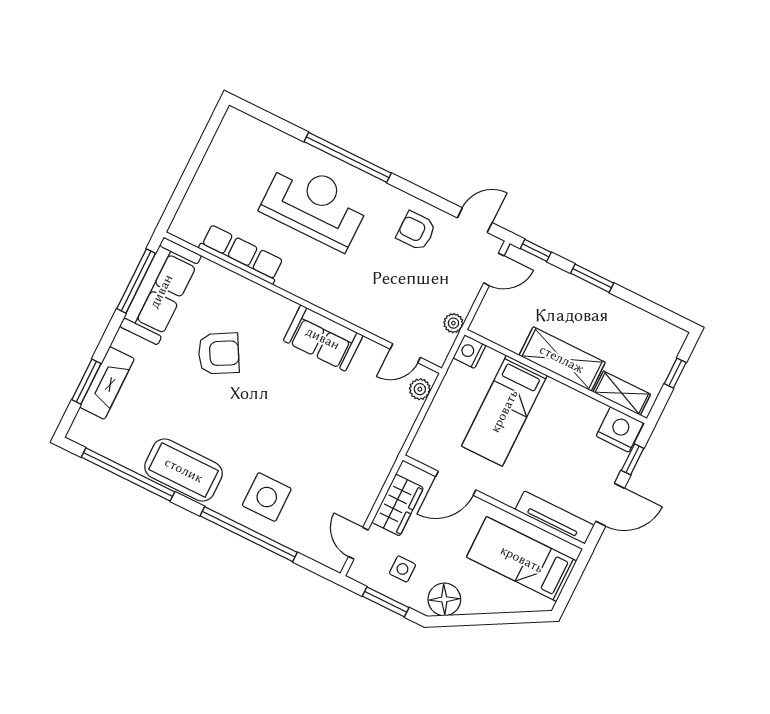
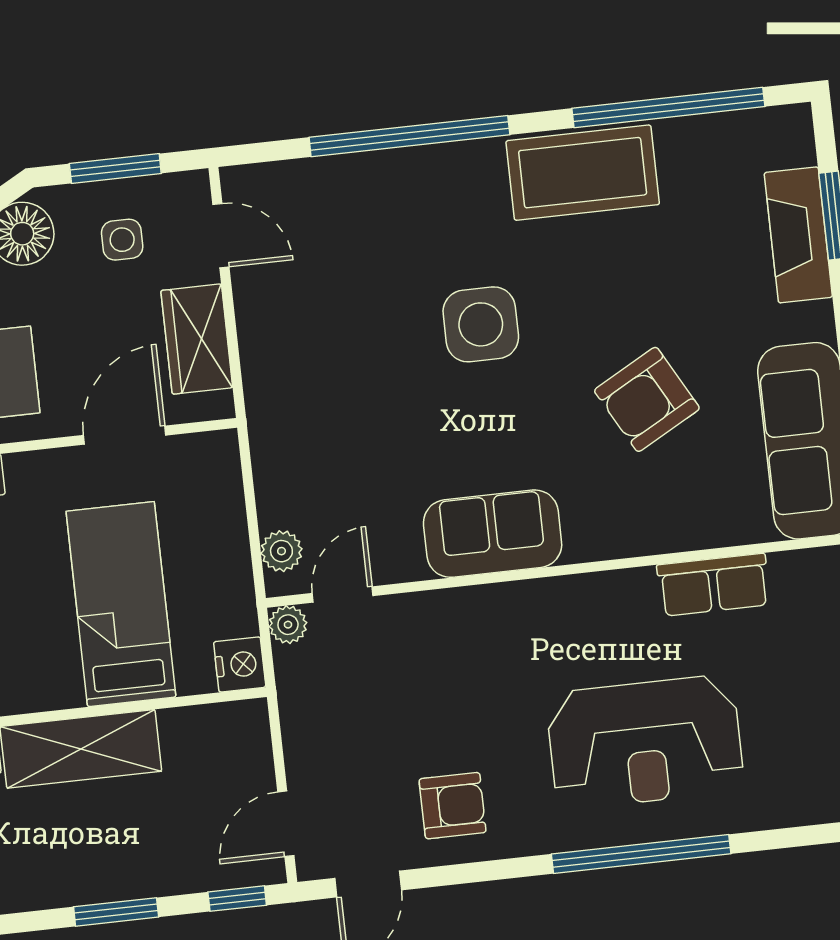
row of seats: (241, 254) -> (713, 585), width x0.68
plant: (453, 323) -> (288, 625), moved
side table: (267, 497) -> (481, 324), moved

